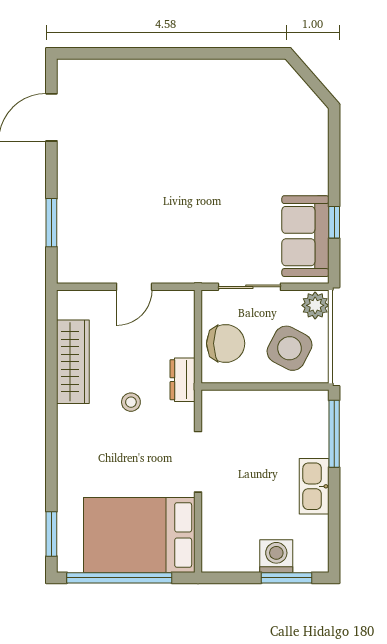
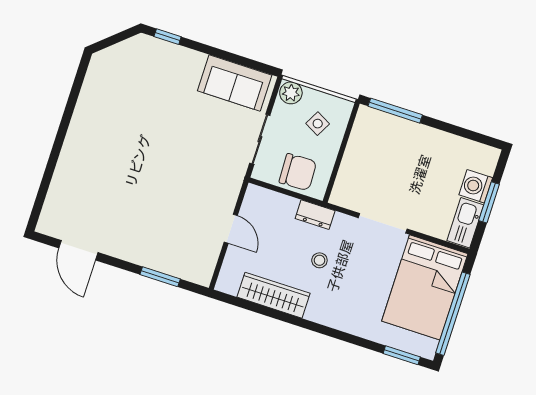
window: (334, 222) -> (168, 37), moved
chair: (226, 343) -> (298, 172), turned 88
side table: (290, 348) -> (318, 124), width x0.54, depth x0.54
kitchen sink: (314, 486) -> (465, 223), moved, turned 90
window: (287, 578) -> (489, 202), moved

